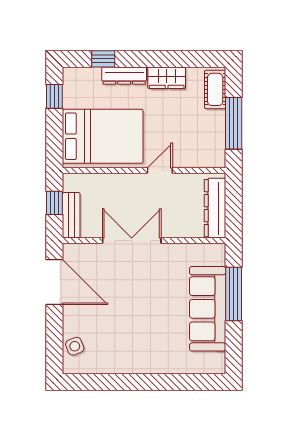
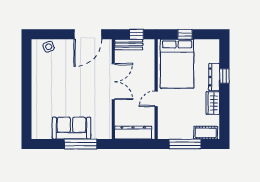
window: (103, 59) -> (224, 76), moved
window: (54, 96) -> (185, 34), moved
door: (160, 171) -> (156, 99), swing flipped
sofa: (208, 309) -> (71, 128), width x0.73

